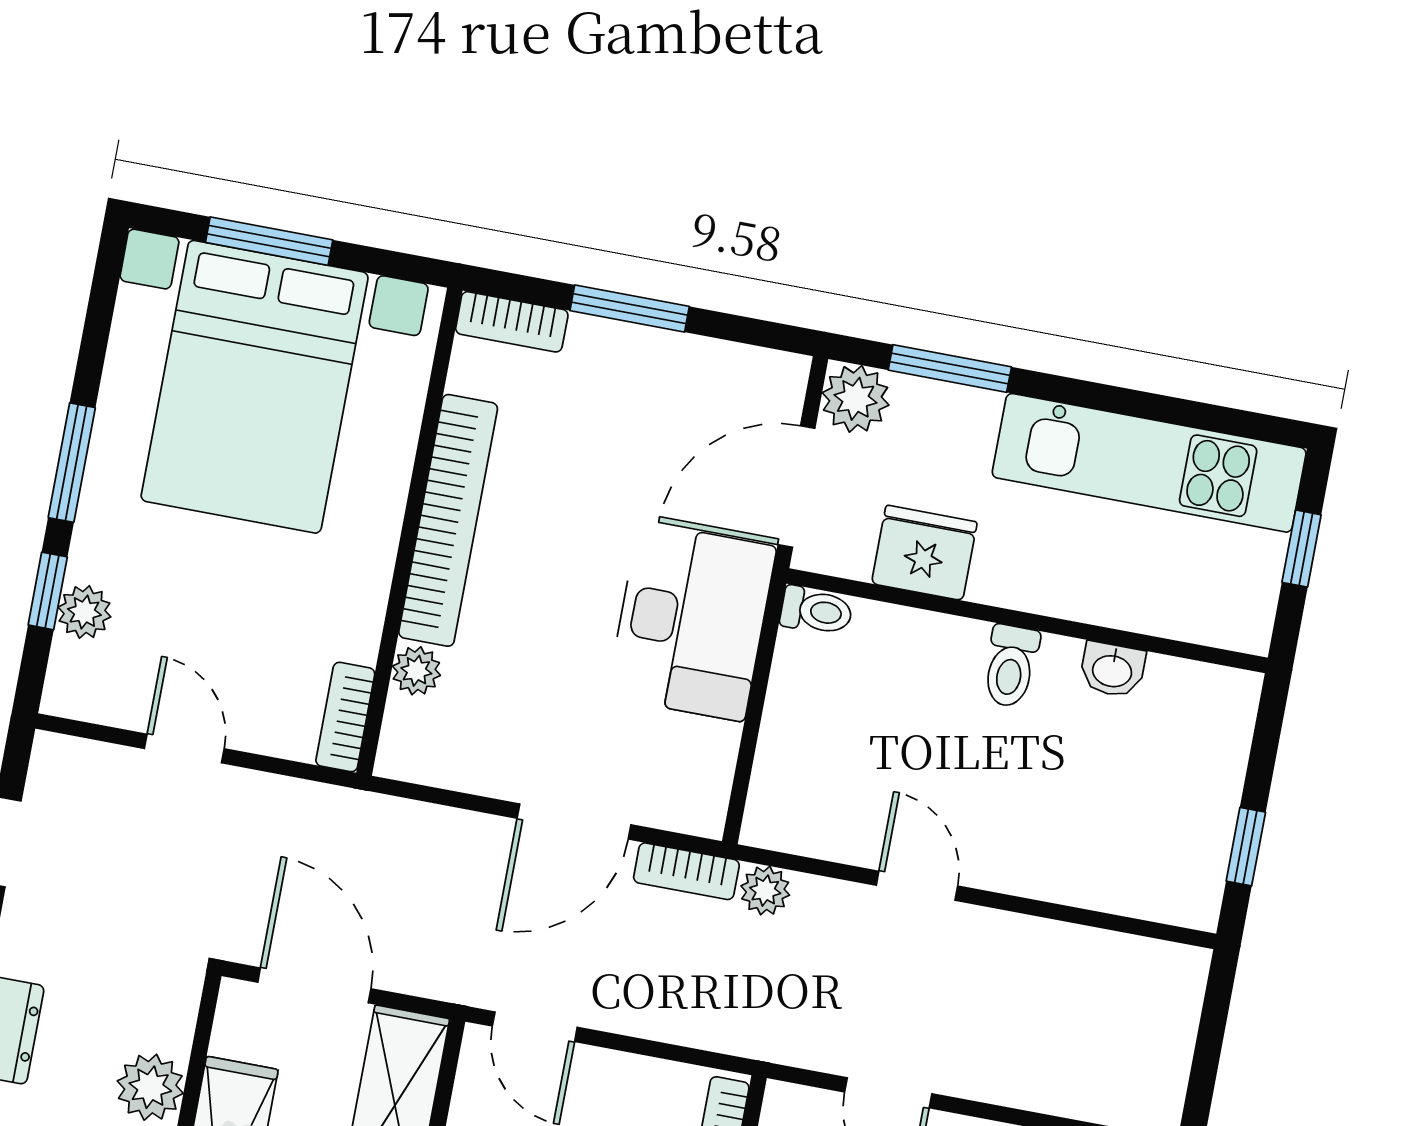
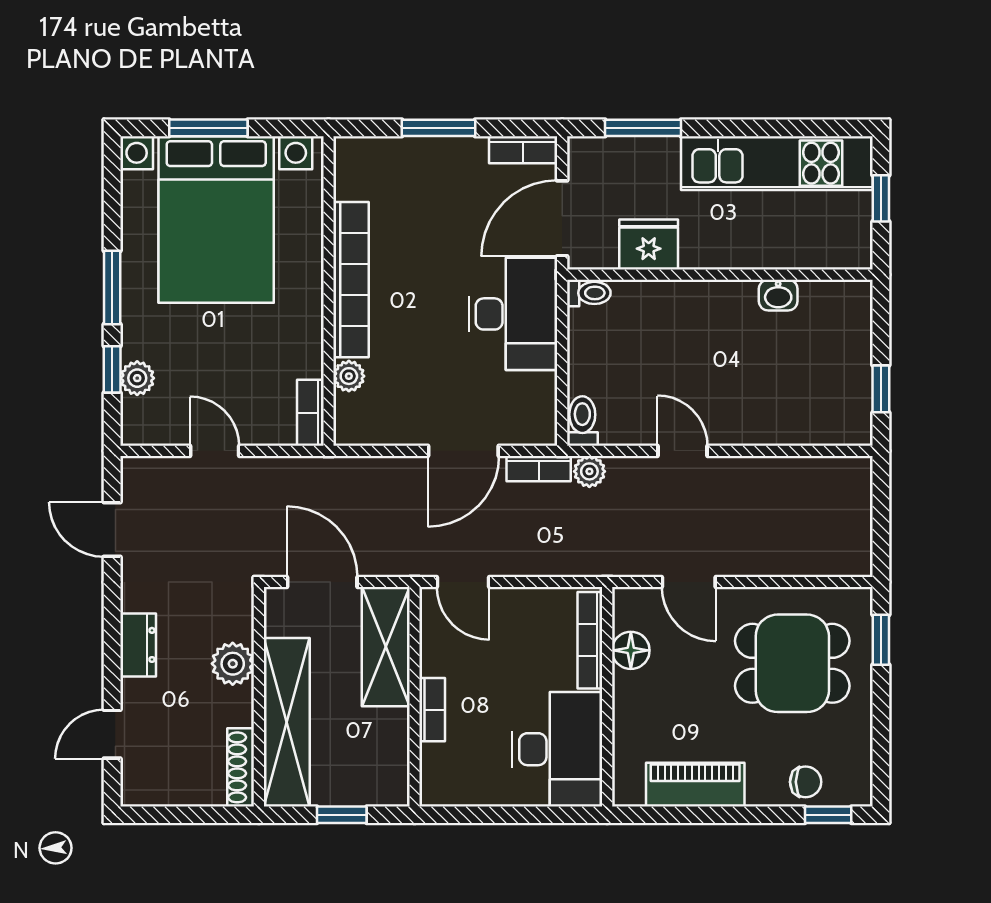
bookcase: (512, 322) -> (523, 150), moved
plant: (856, 399) -> (588, 158), removed
toilet: (1011, 666) -> (582, 421), moved, turned 180

